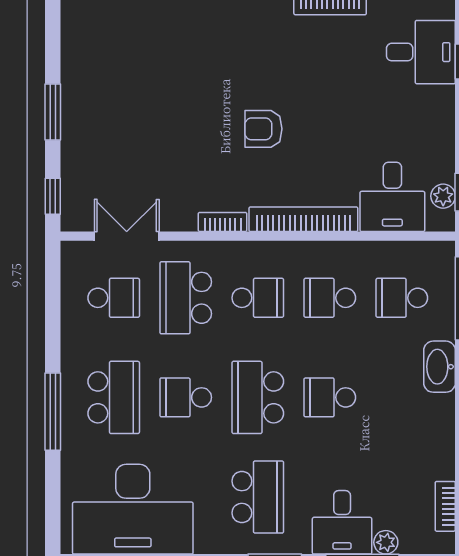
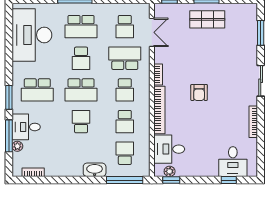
shop shelf: (97, 110) -> (207, 19), added
armchair: (264, 129) -> (199, 92), turned 180
school desk: (330, 298) -> (125, 122), turned 180
school desk: (186, 397) -> (81, 58), turned 180
school desk: (258, 397) -> (81, 90), turned 180

